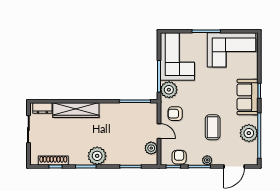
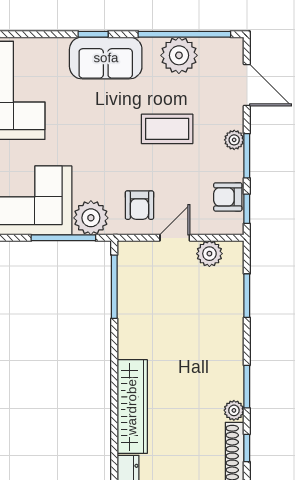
plant: (97, 156) -> (234, 410), moved, width x0.53, depth x0.53

